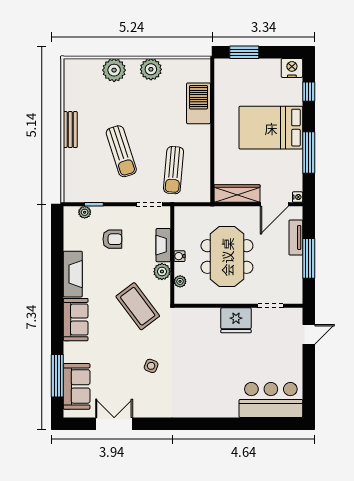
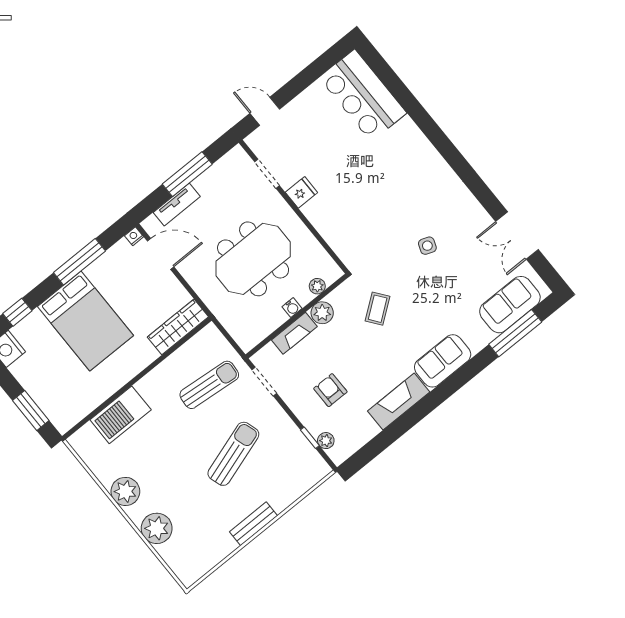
wardrobe: (237, 193) -> (178, 327), moved, turned 90
coffee table: (138, 306) -> (378, 309), width x0.54, depth x0.58
fridge: (236, 320) -> (301, 192), width x0.53, depth x0.75

